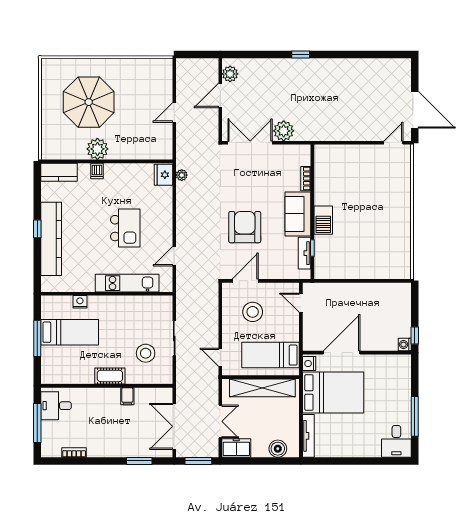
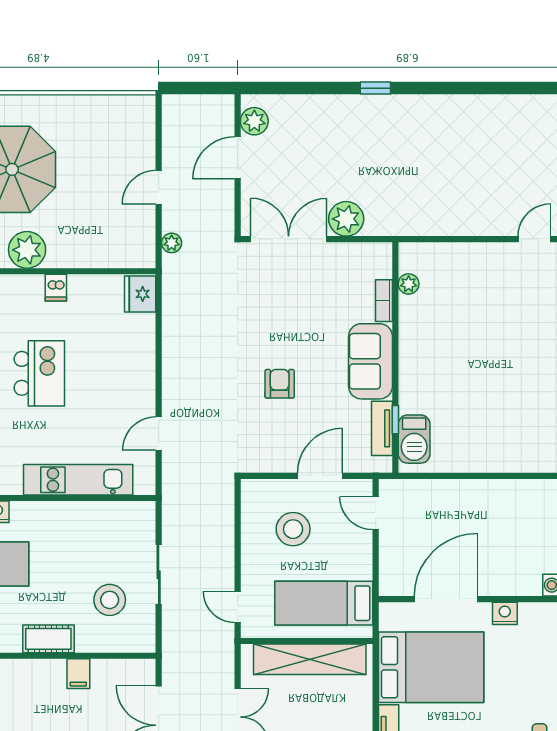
plant: (320, 169) -> (409, 284), added
dishwasher: (97, 171) -> (56, 288), moved
plant: (182, 175) -> (172, 243), moved
barbecue: (323, 220) -> (414, 439), moved
armchair: (245, 227) -> (280, 384), width x0.53, depth x0.53
kitchen island: (125, 228) -> (39, 373), moved
door: (245, 281) -> (320, 476), moved
nightstand: (309, 364) -> (505, 613), moved, turned 90

